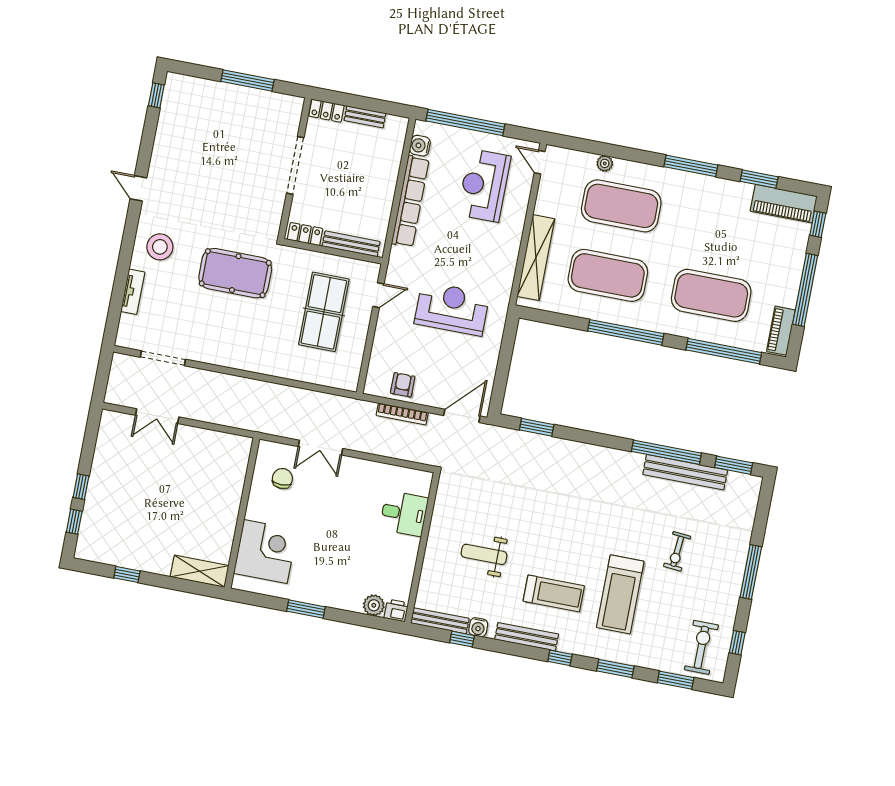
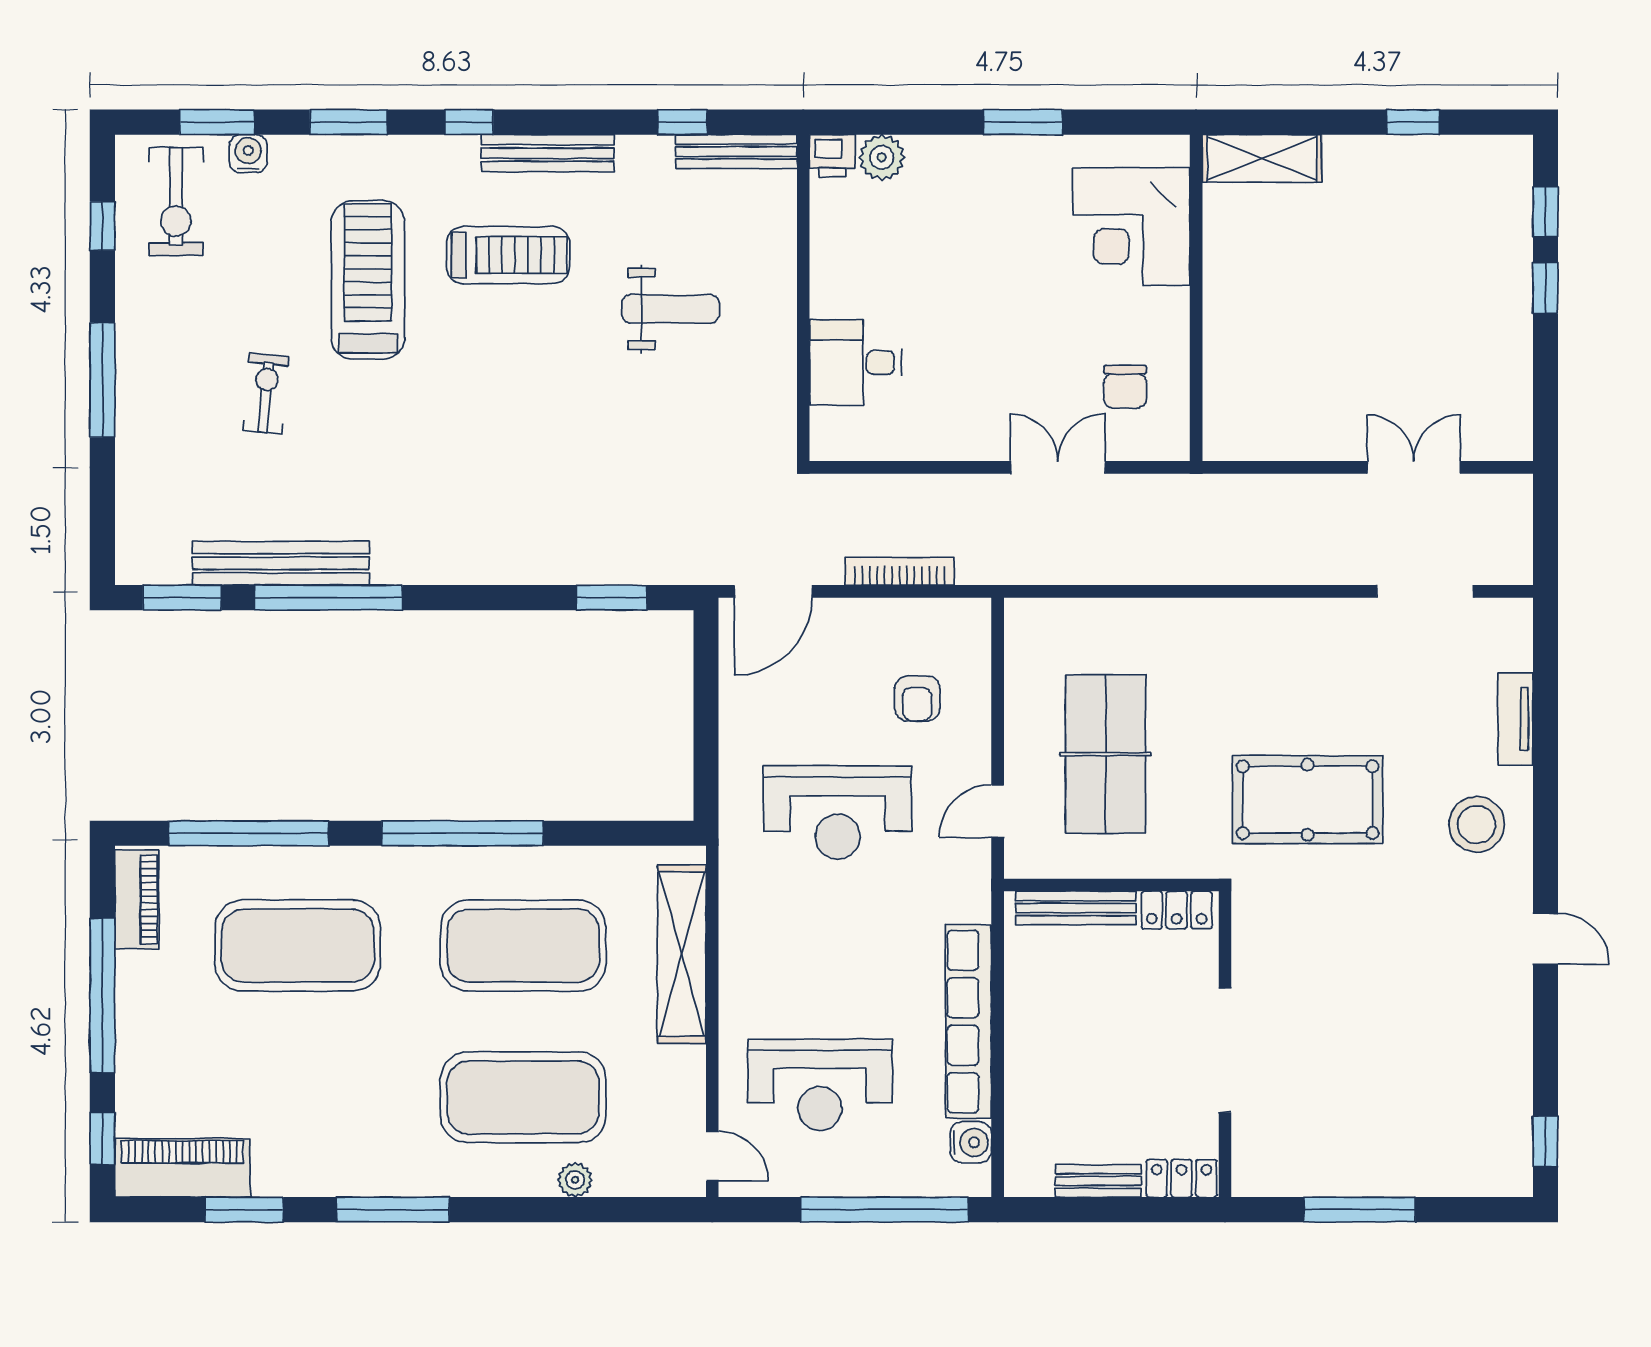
reception desk: (484, 185) -> (820, 1085), turned 90
armchair: (403, 385) -> (917, 699), moved
treadmill: (554, 593) -> (508, 255), turned 180
water cooler: (478, 627) -> (248, 154), moved

